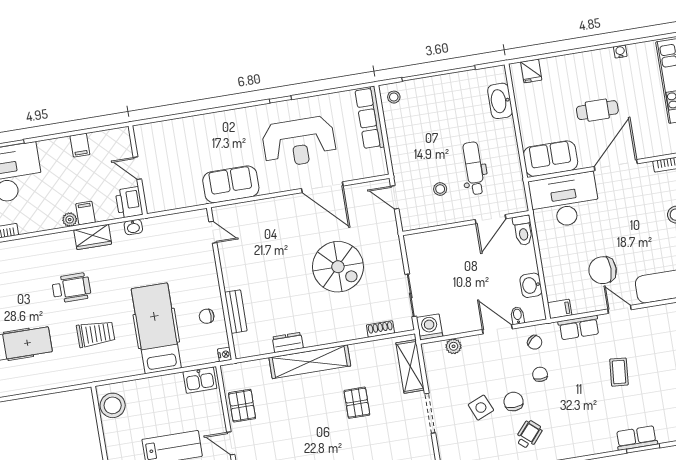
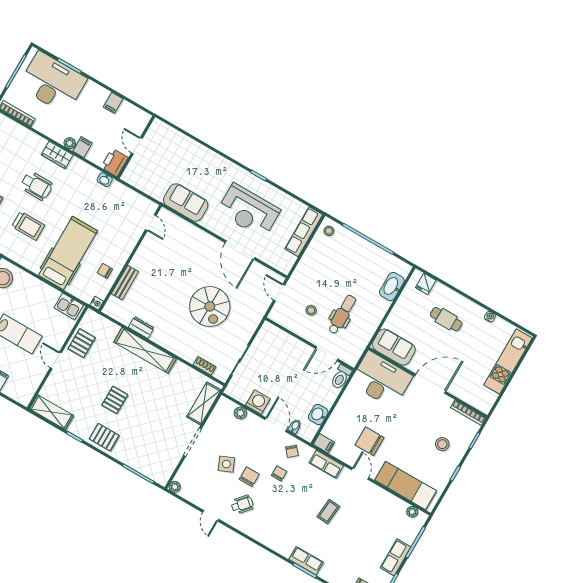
cafe table: (597, 110) -> (446, 319), moved
wardrobe: (93, 237) -> (57, 155), moved
washing machine: (429, 327) -> (258, 402), moved
pallet: (357, 403) -> (115, 400), moved

